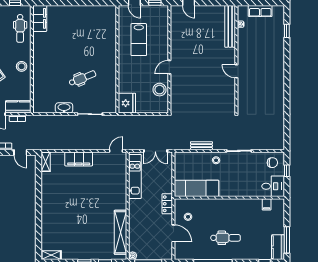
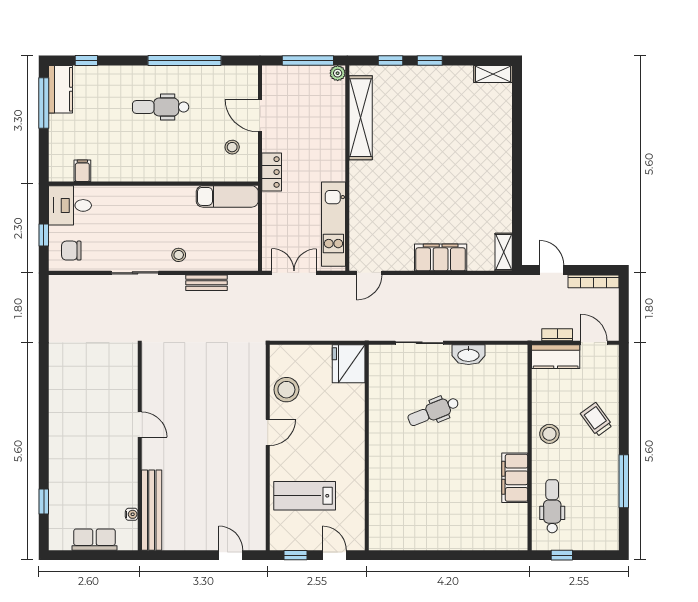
filing cabinet: (40, 18) -> (515, 478), moved
lab bench: (139, 40) -> (305, 496), moved, turned -90
exam couch: (196, 188) -> (227, 196), width x0.73, depth x0.69

